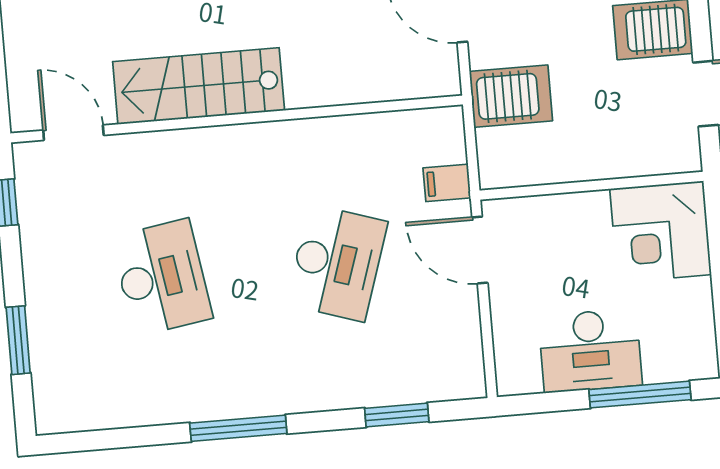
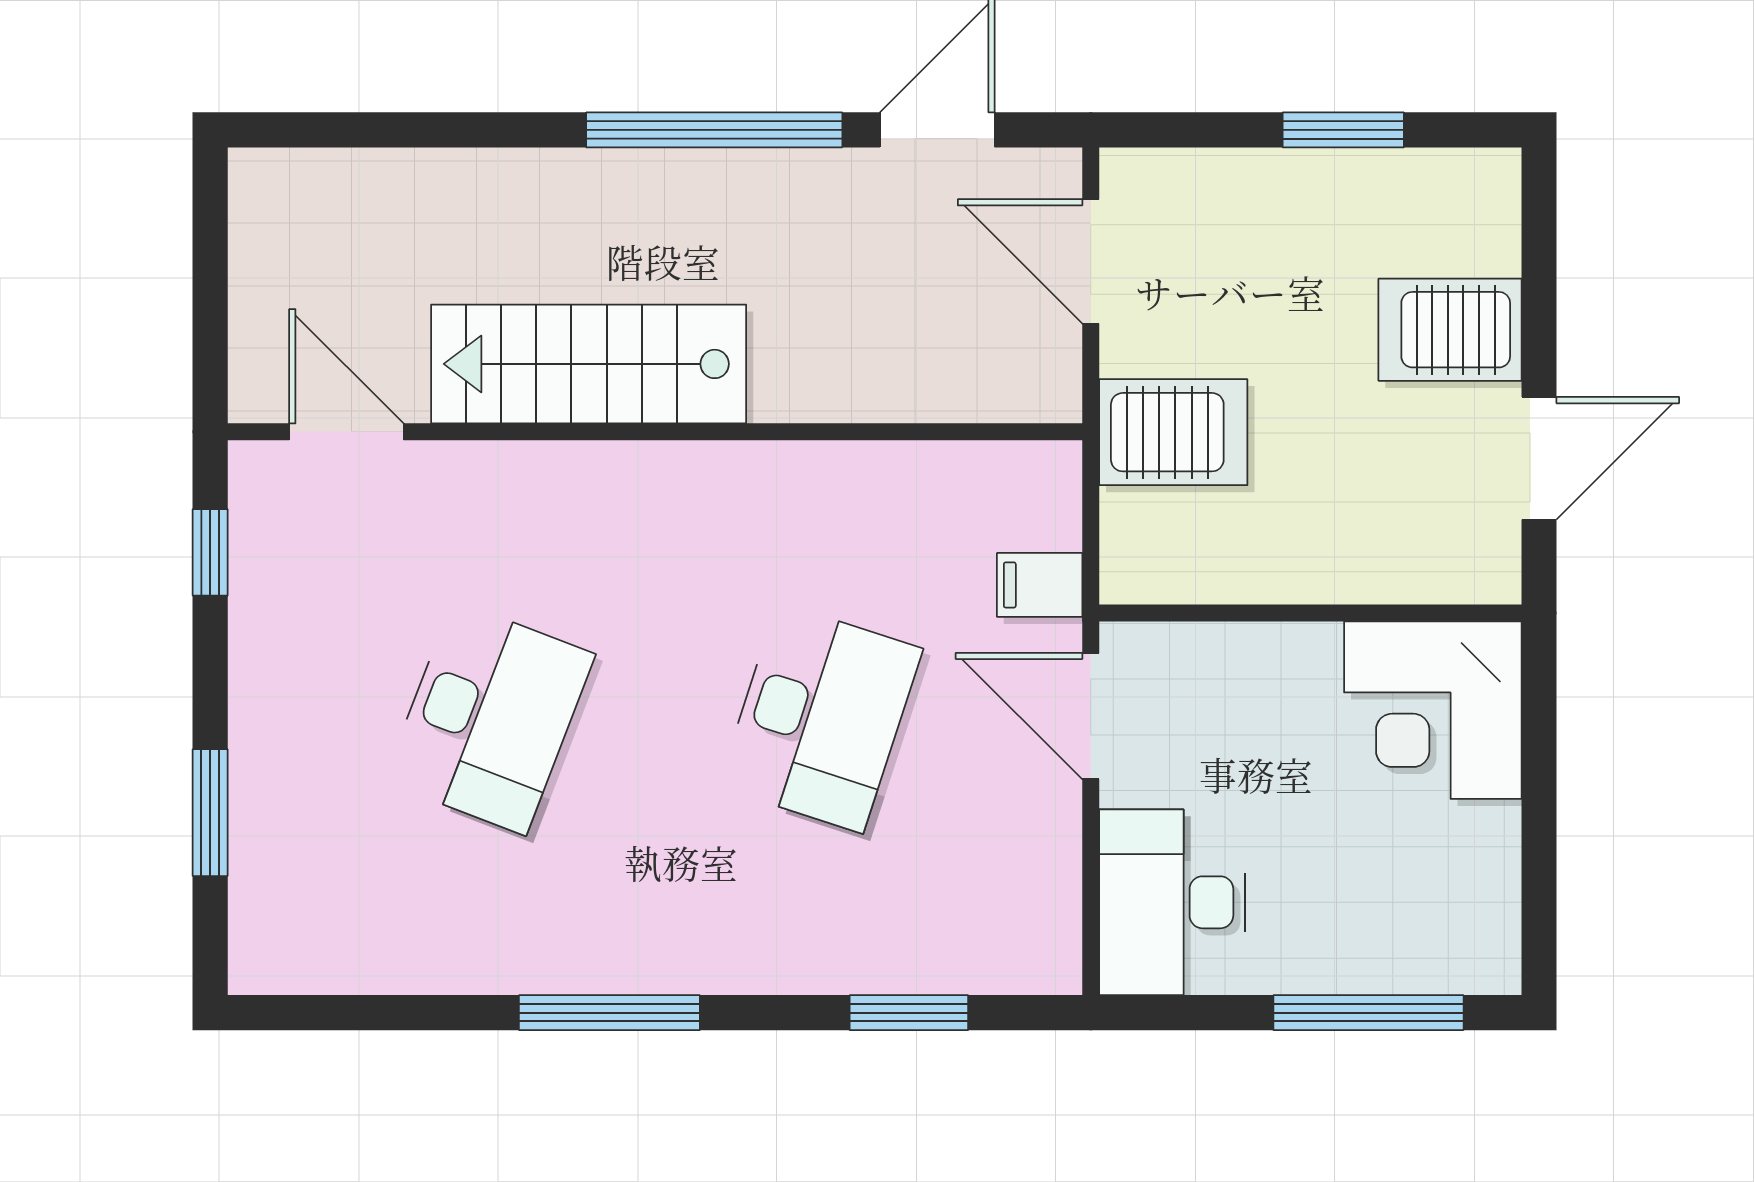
desk: (162, 278) -> (489, 718), turned 30
desk: (590, 351) -> (1172, 902), moved, turned 90

